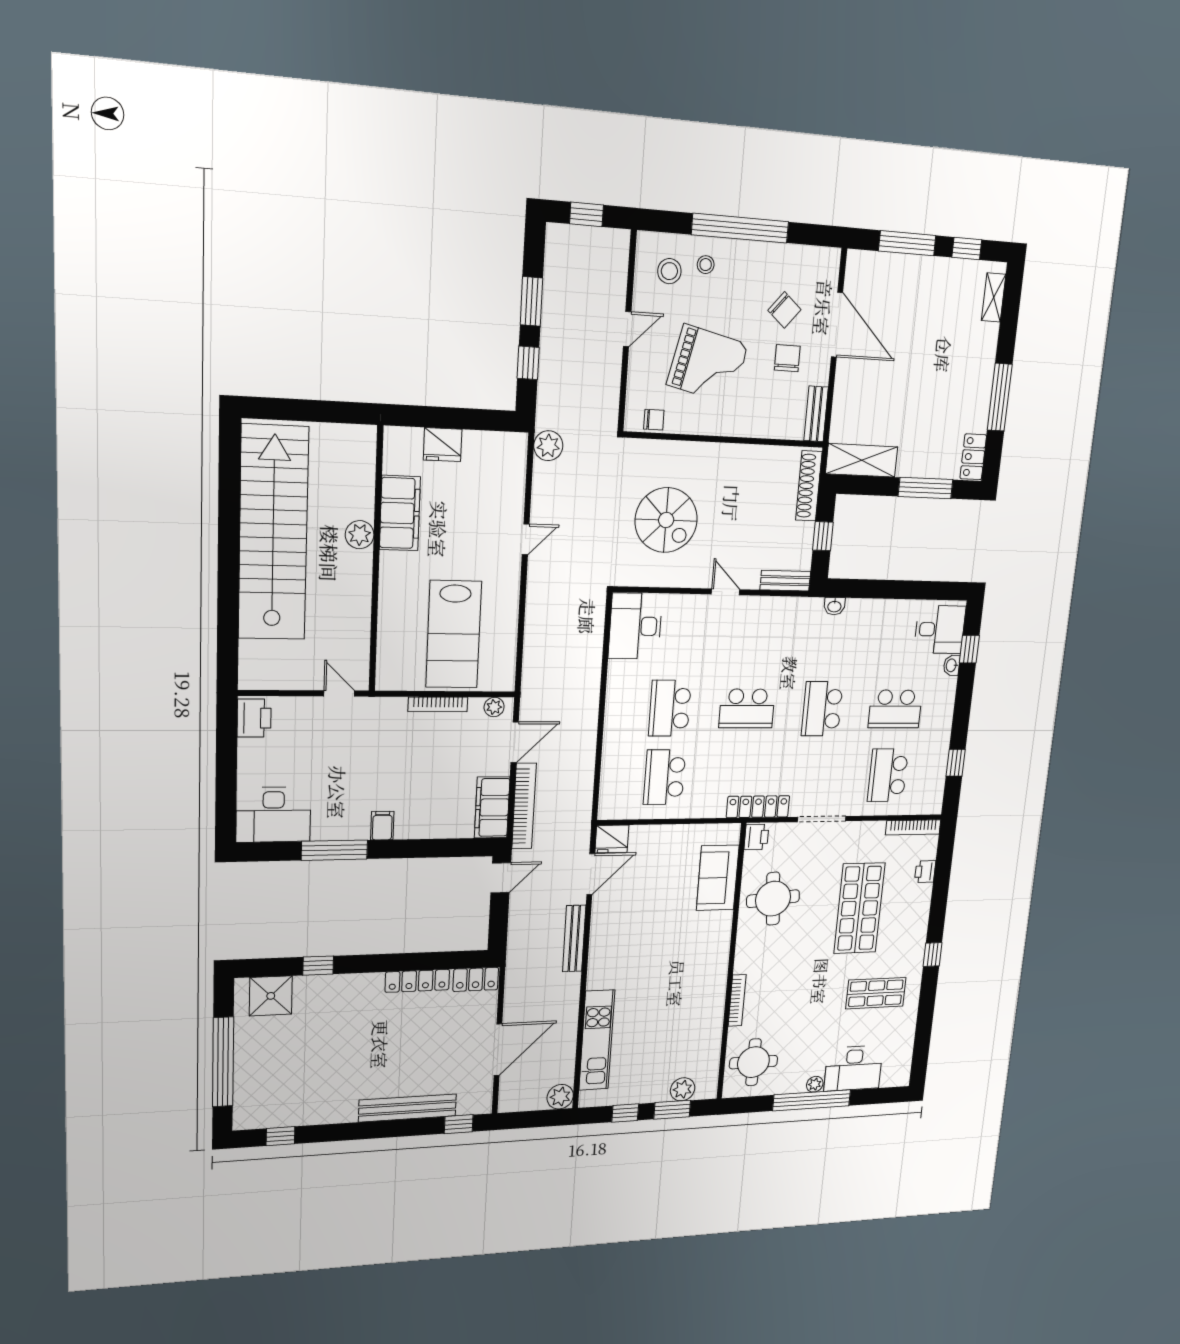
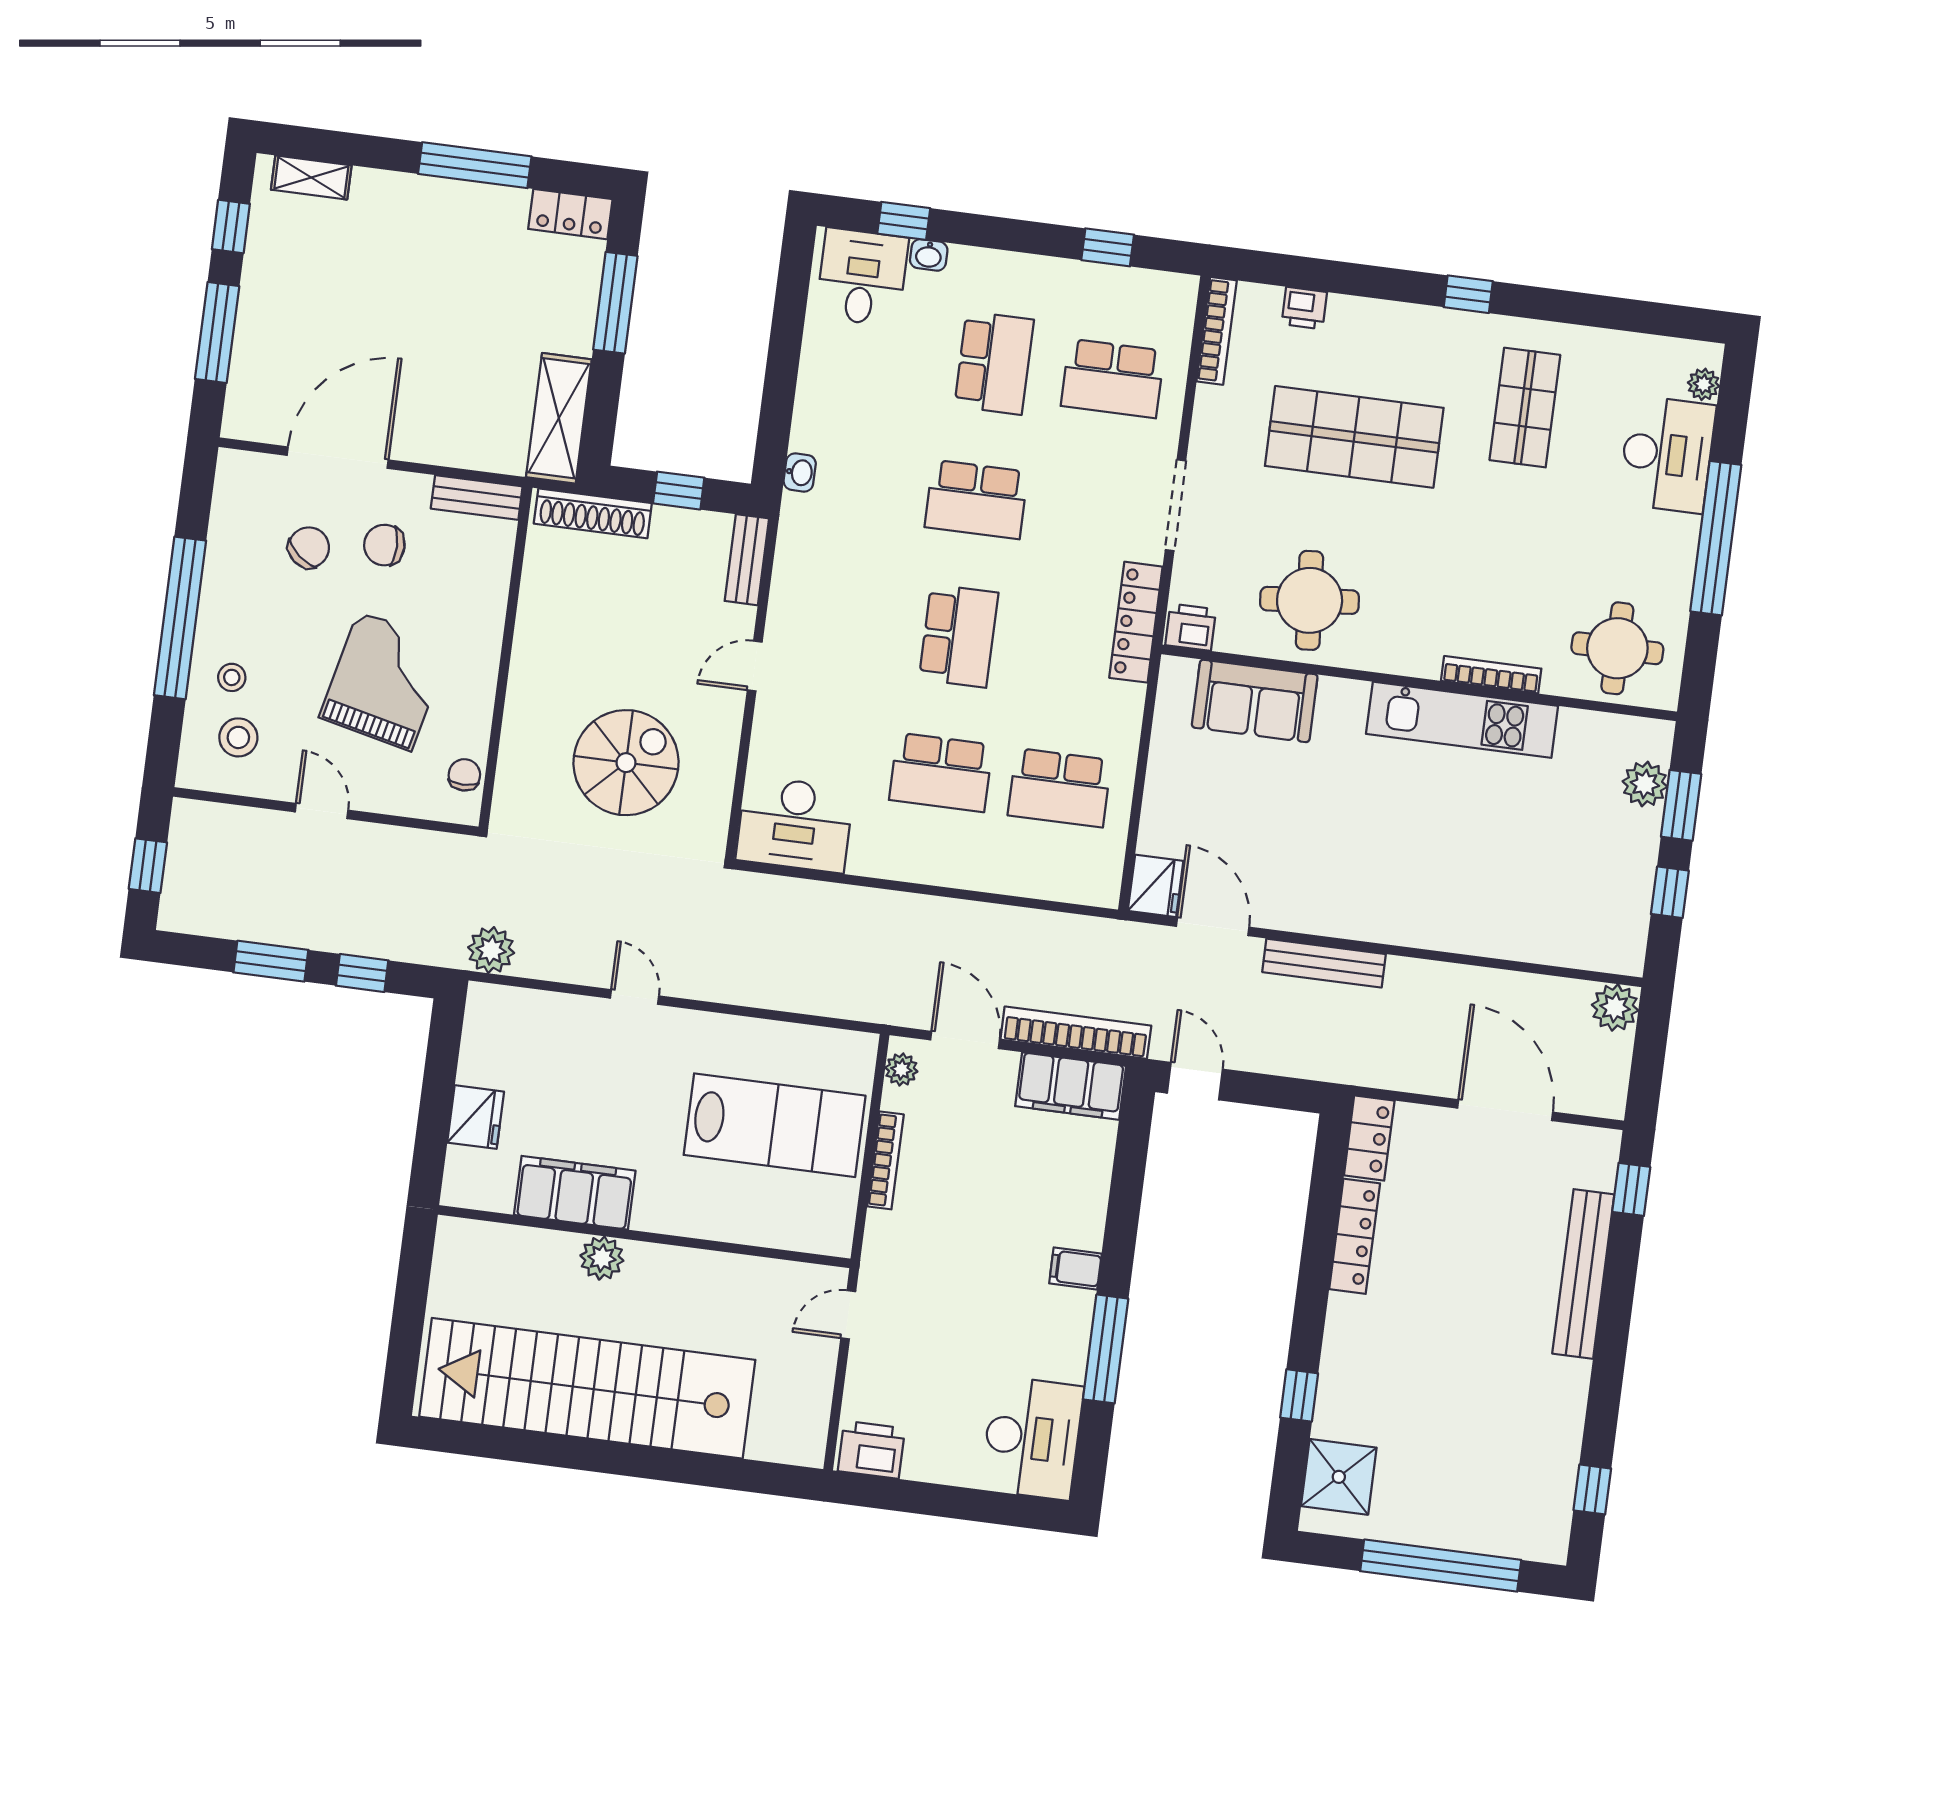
kitchen unit: (597, 1040) -> (1462, 720), moved, turned 180
plant: (815, 1084) -> (1704, 384), moved

